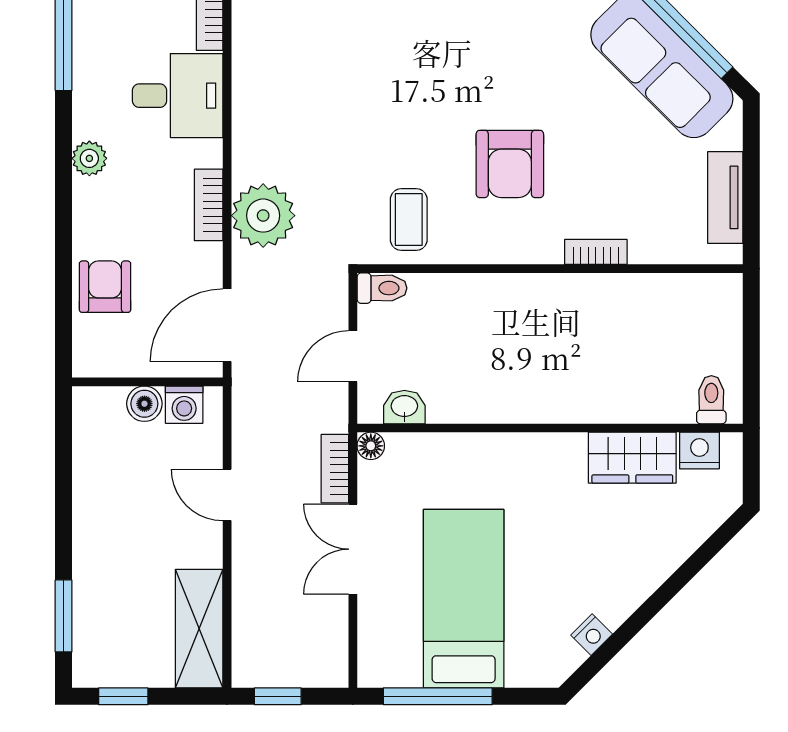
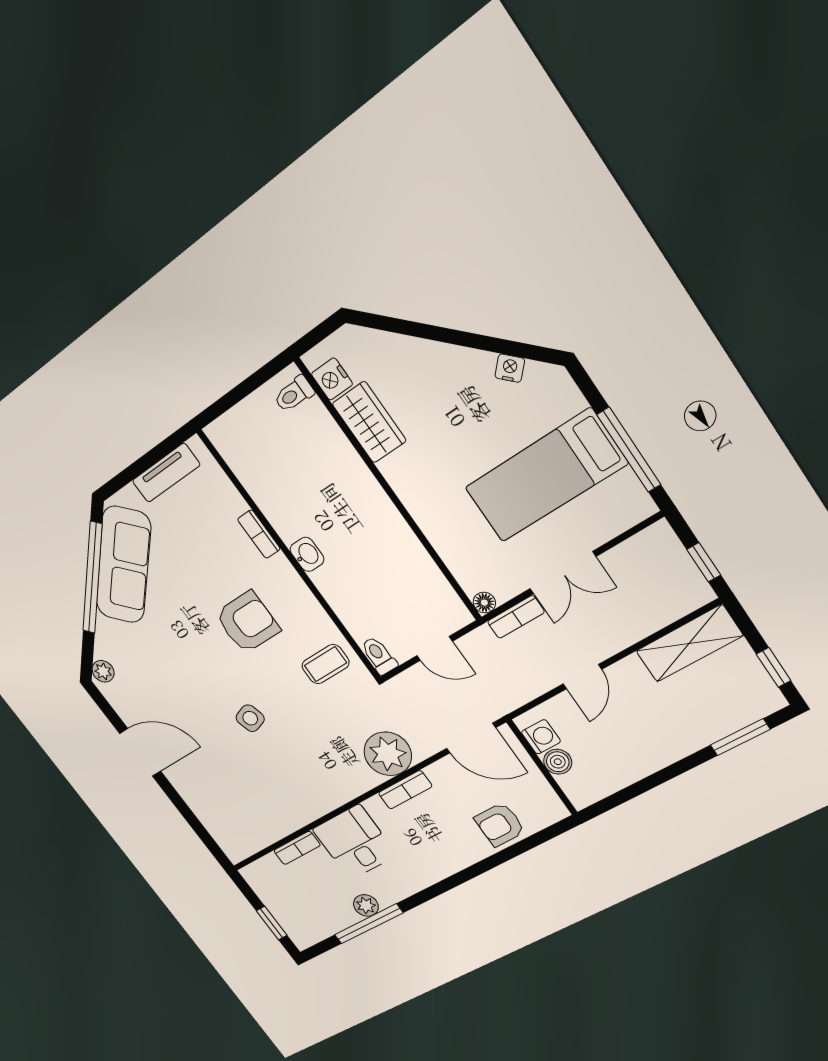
side table: (399, 81) -> (250, 718), added
plant: (89, 158) -> (366, 905), moved
washbasin: (404, 407) -> (307, 554), moved, turned 180

